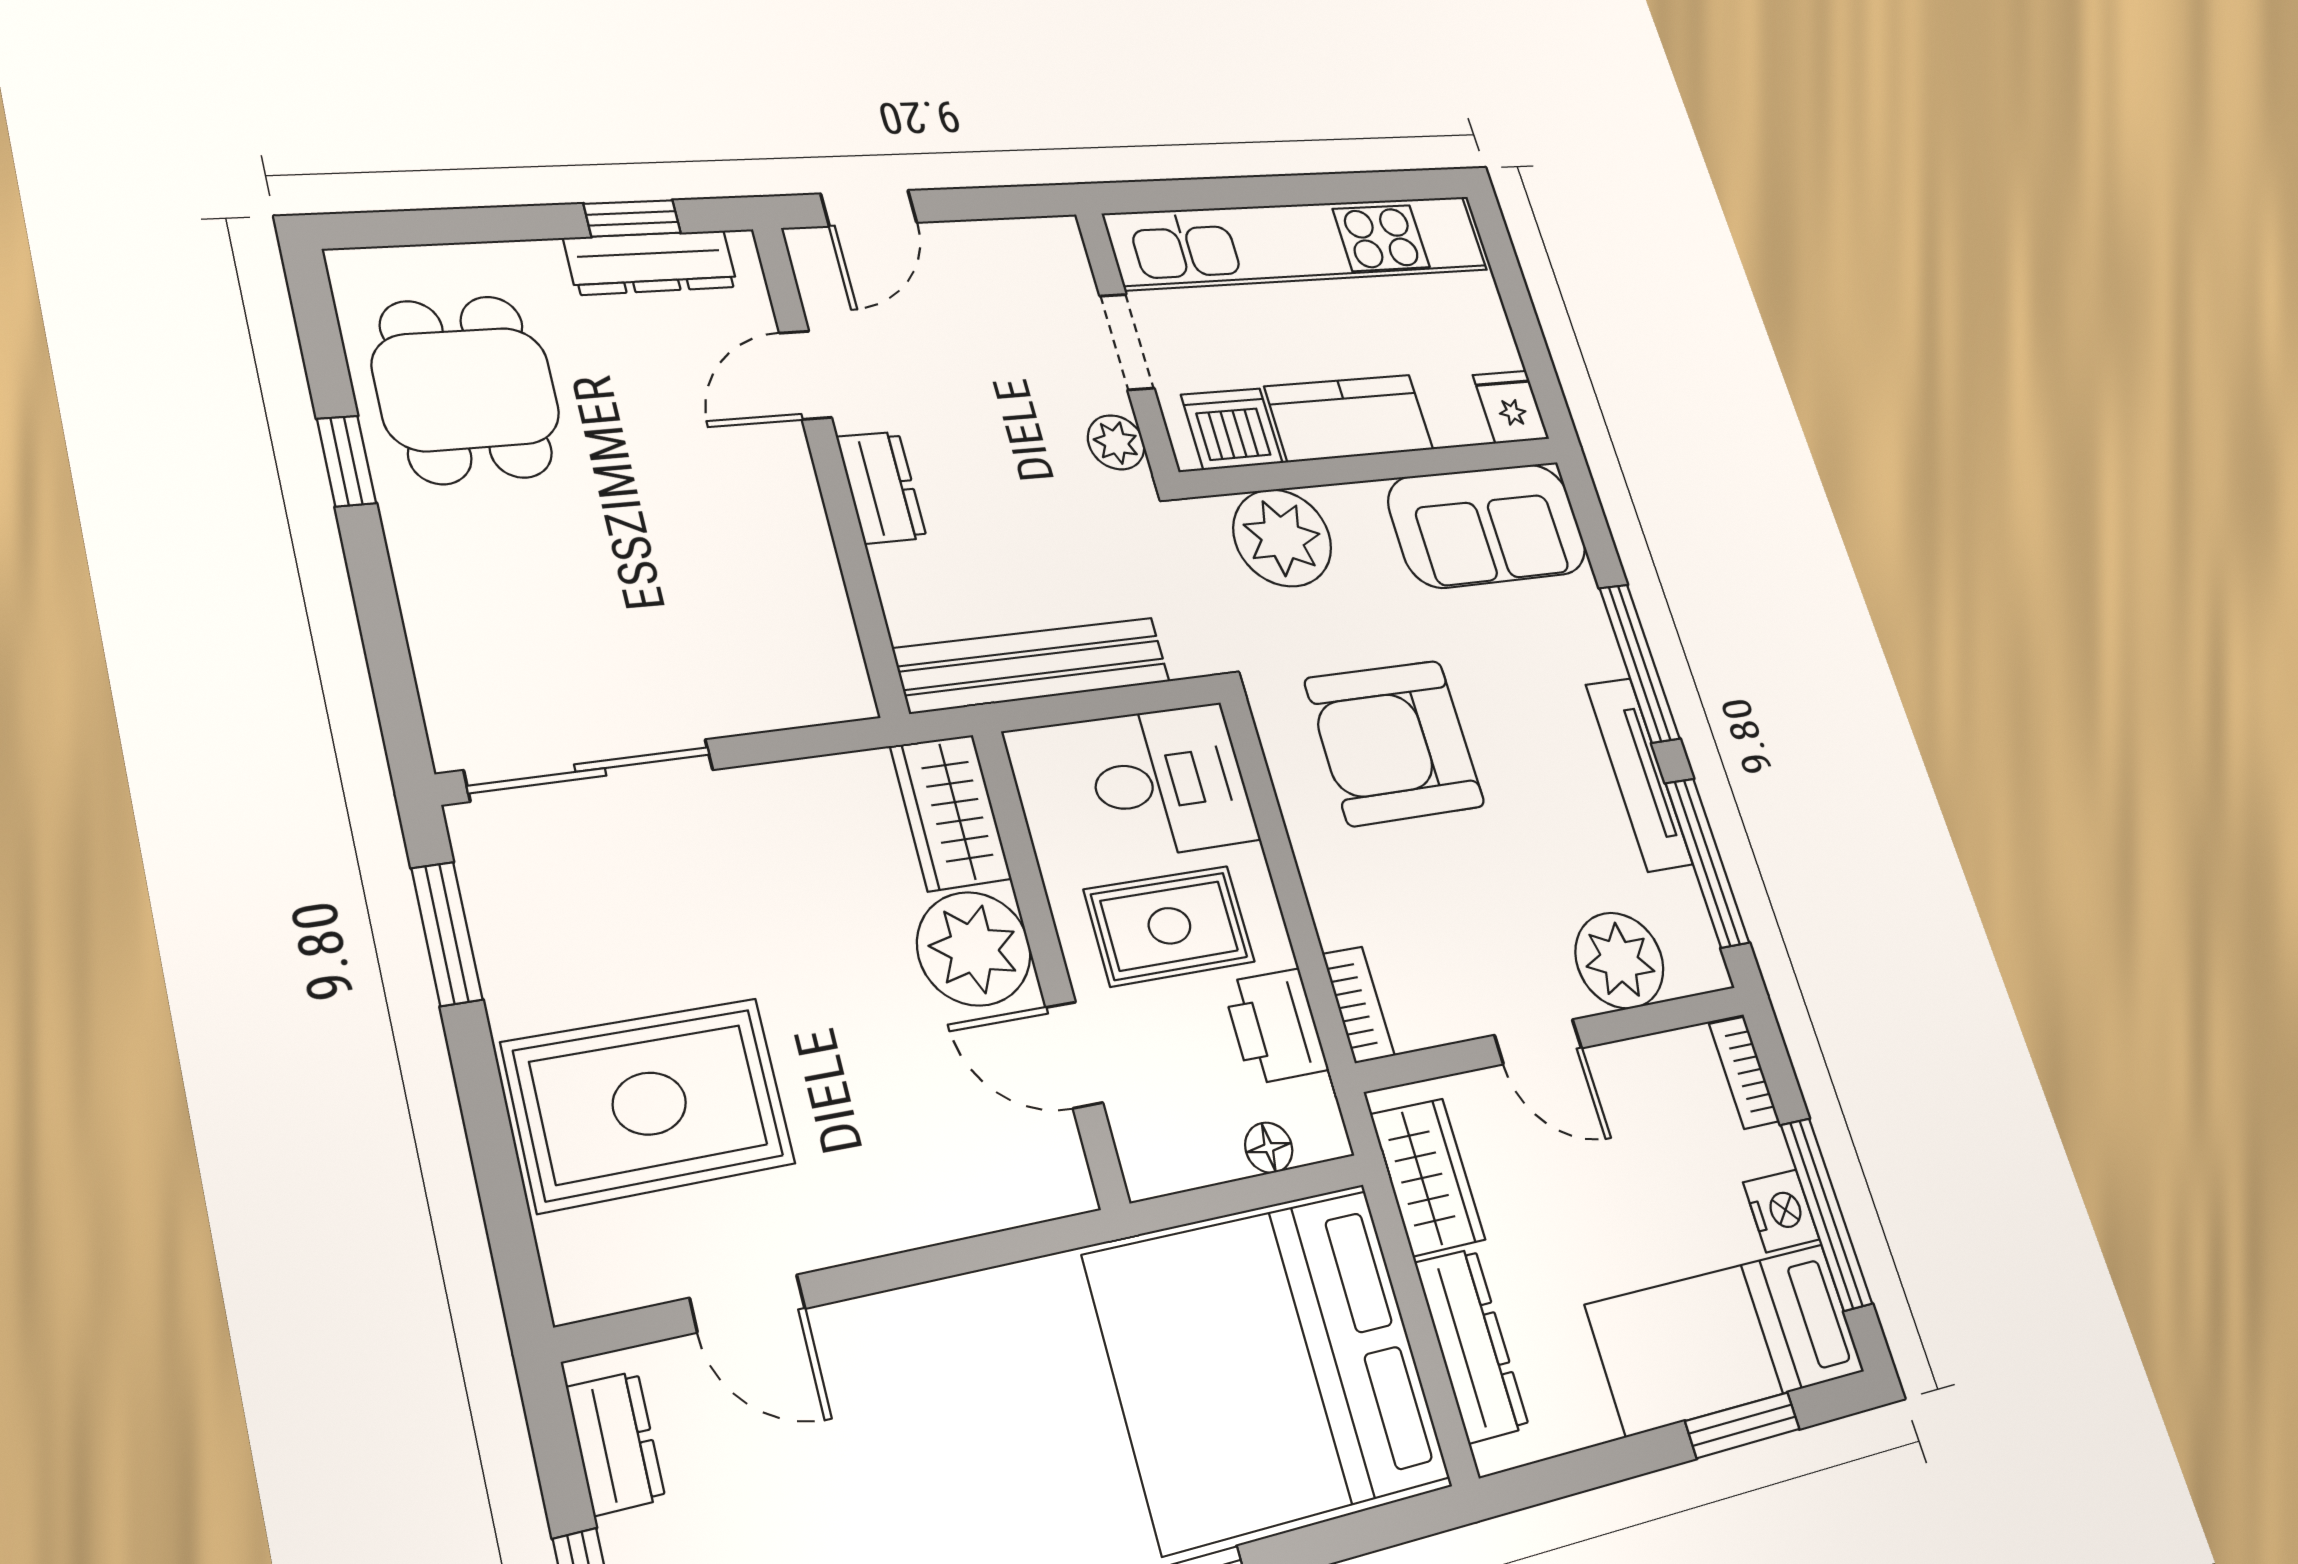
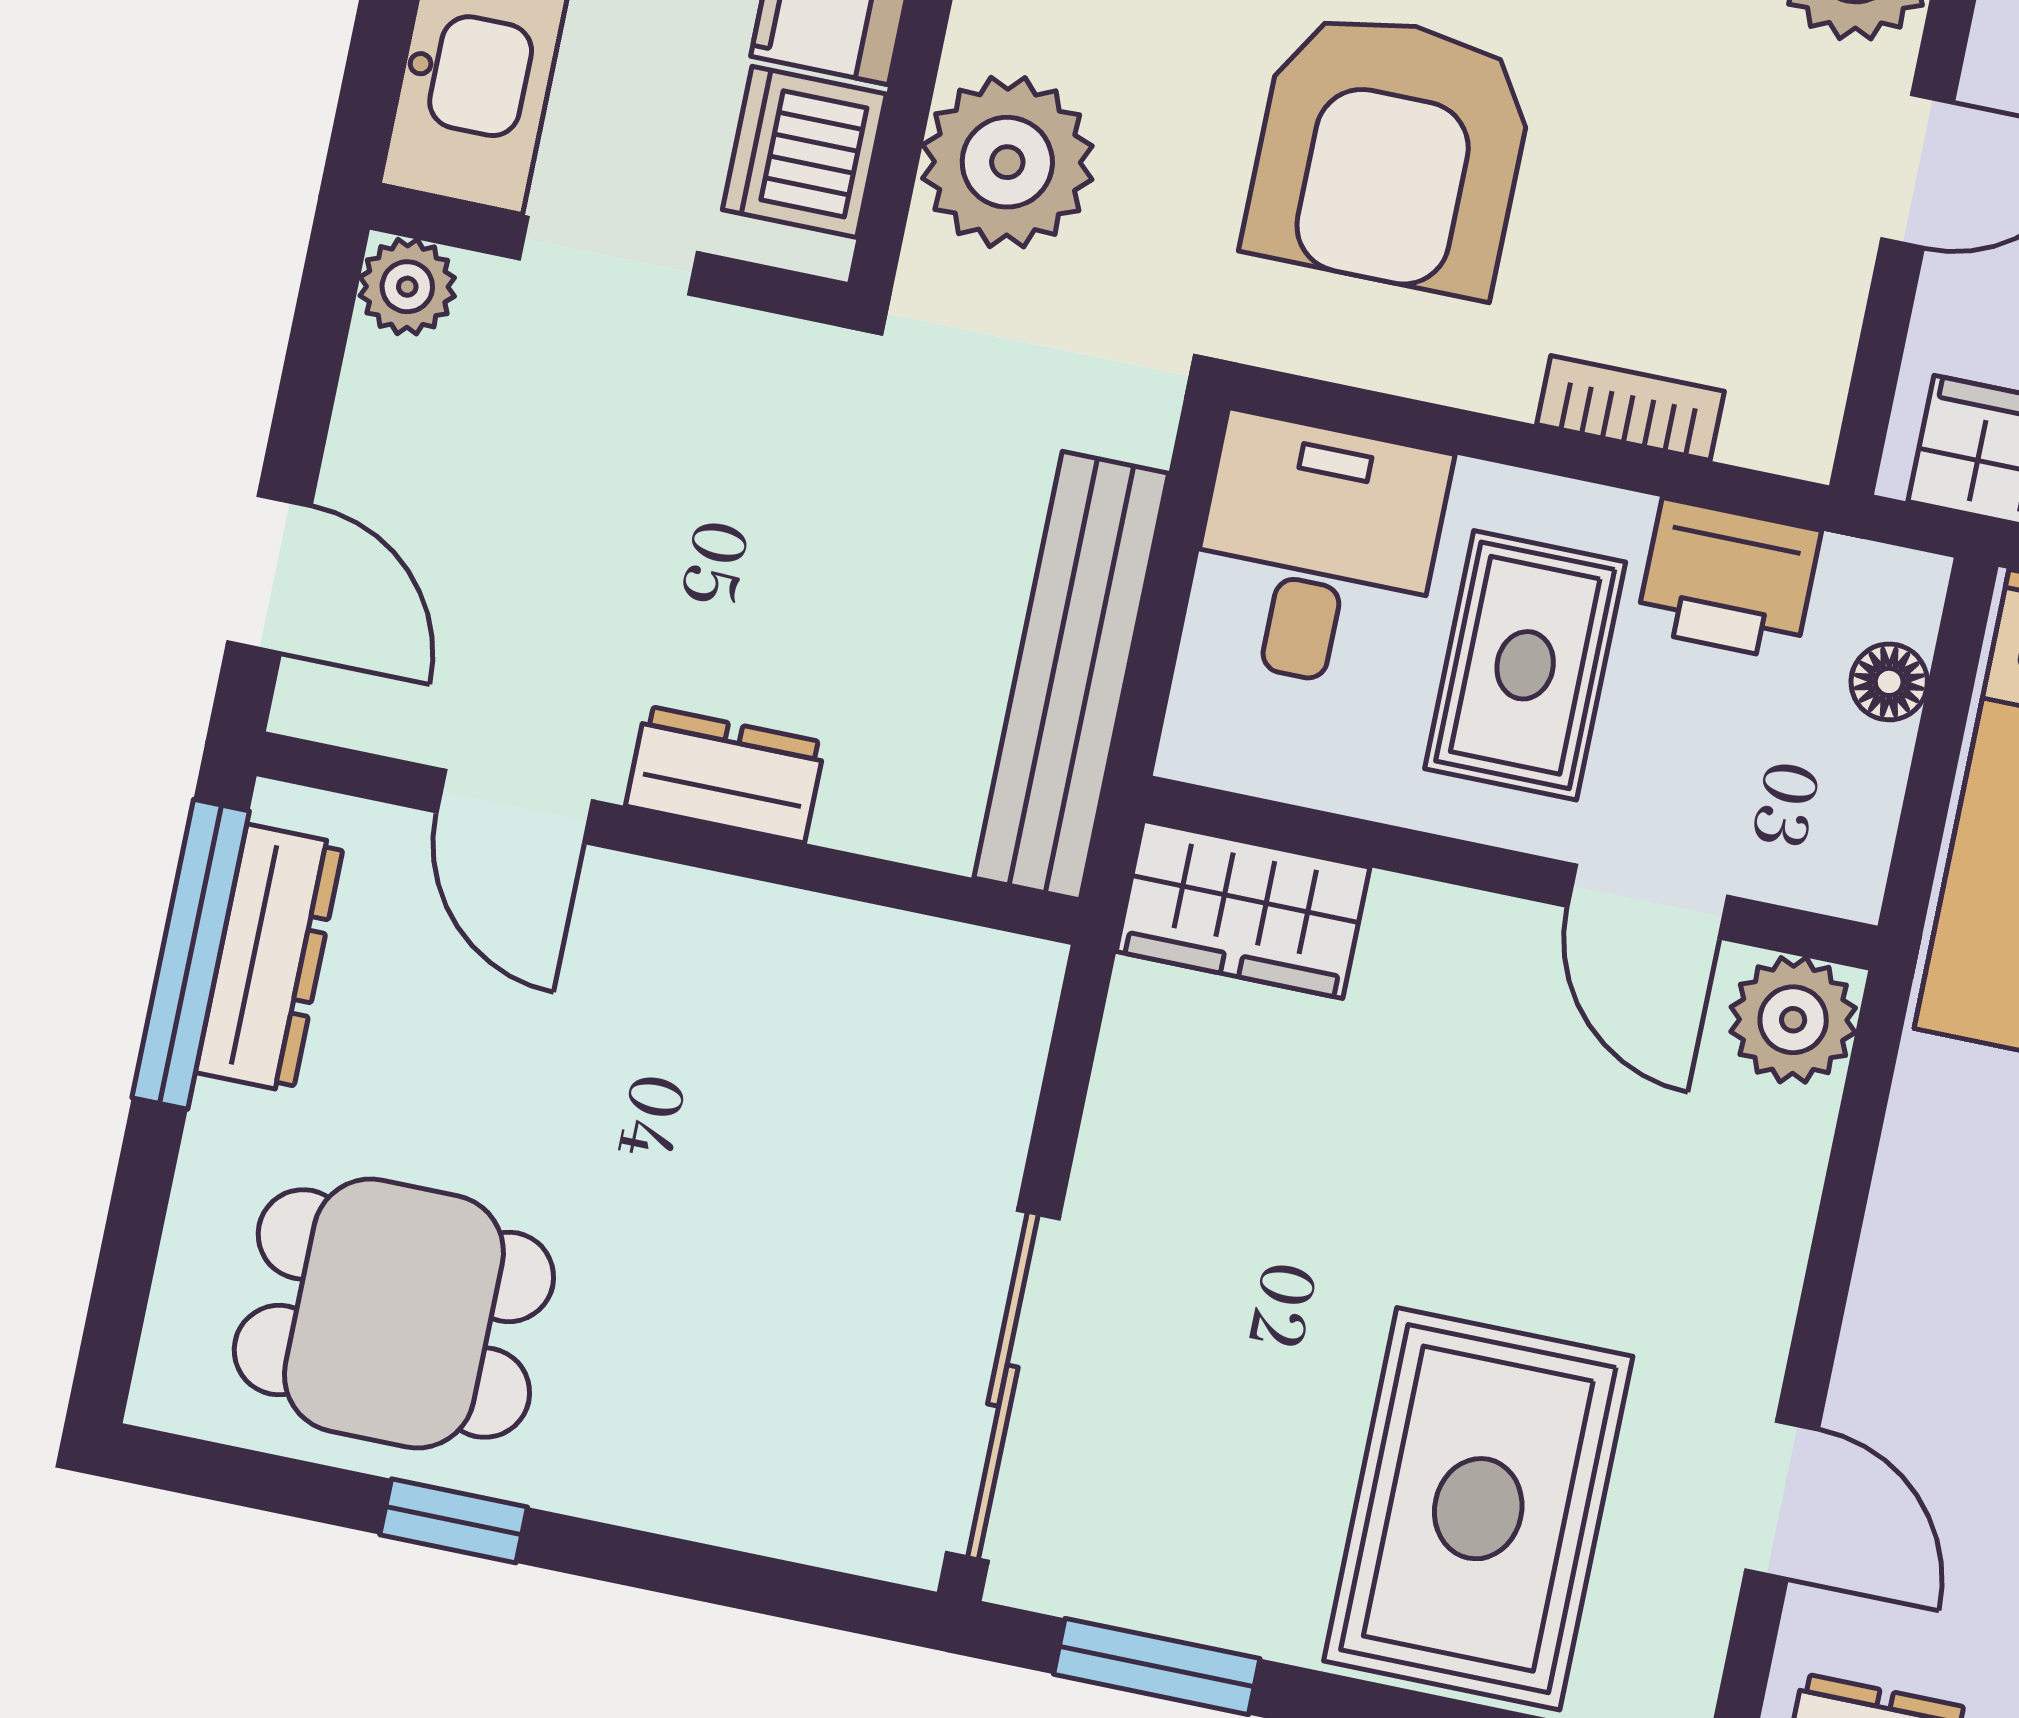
window: (632, 218) -> (191, 954), width x2.17
plant: (1116, 442) -> (407, 287), moved
plant: (974, 949) -> (1793, 1020), moved, width x0.73, depth x0.73
bookcase: (1358, 1005) -> (1630, 408), moved
door: (1074, 1055) -> (1648, 901), hinge flipped
door: (748, 1303) -> (1782, 1500), hinge flipped

